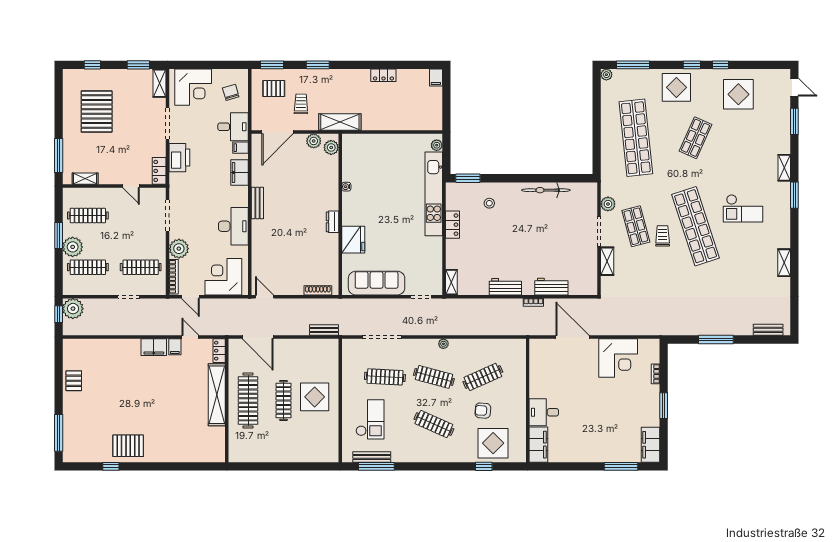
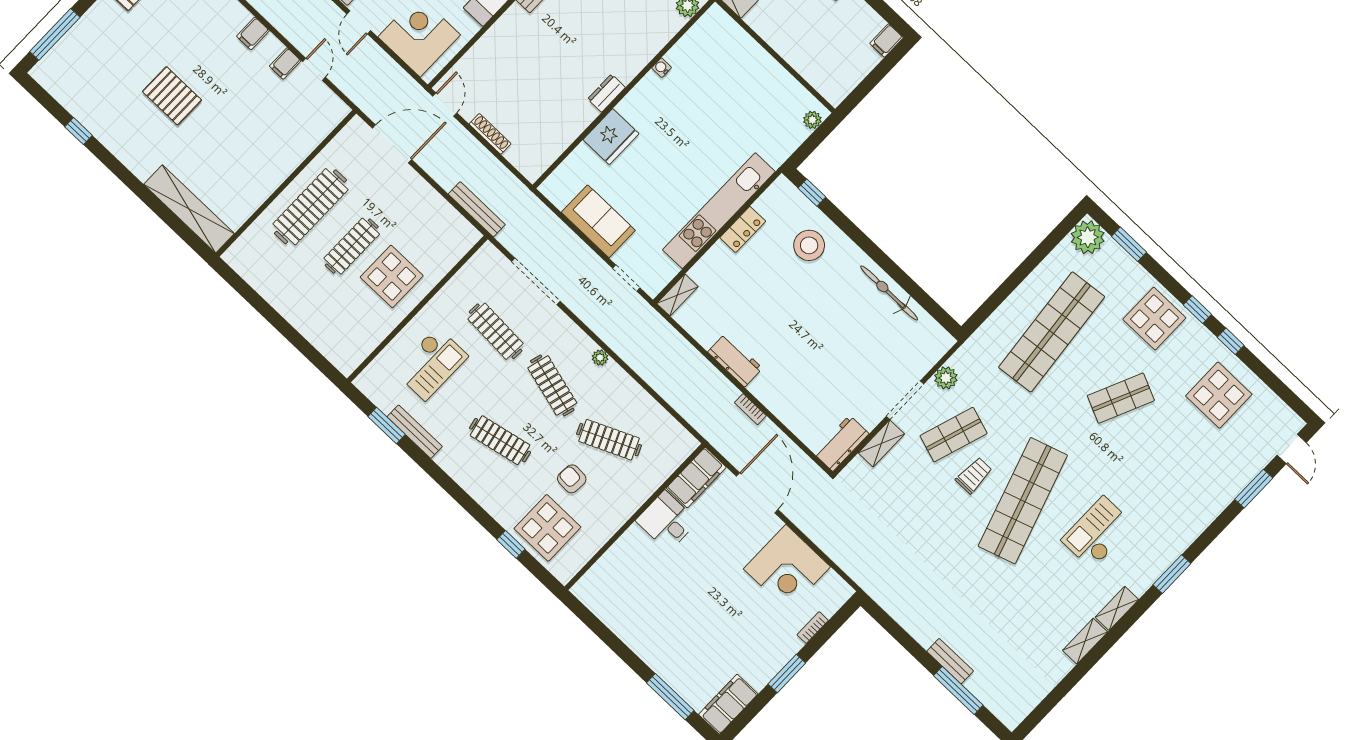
window: (633, 65) -> (1129, 244), width x0.69
plant: (606, 75) -> (1088, 237), width x1.87, depth x1.87
shelving: (784, 168) -> (1117, 608), moved
window: (468, 178) -> (812, 193), width x0.67
kitchen unit: (434, 194) -> (719, 211), moved
stool: (489, 203) -> (809, 245), width x1.89, depth x1.89
checkout: (743, 208) -> (1098, 533), turned 90
shop shelf: (636, 226) -> (954, 435), turned 33
sofa: (377, 283) -> (598, 221), width x0.73
workbench: (551, 287) -> (841, 443), moved, turned -90
shoe rack: (318, 290) -> (490, 134), moved
bench: (324, 330) -> (477, 209), width x1.36
bench: (768, 330) -> (950, 661), moved
door: (258, 337) -> (392, 144), swing flipped
window: (716, 340) -> (958, 690), moved
filing cabinet: (154, 347) -> (253, 33), width x0.50
locker: (219, 351) -> (332, 117), removed
shelving: (217, 395) -> (189, 209), moved, turned 90
desk: (544, 412) -> (667, 521), moved
clothes rail: (434, 424) -> (500, 440), turned -36
filing cabinet: (538, 445) -> (696, 478), moved
pallet: (128, 446) -> (172, 96), moved
bench: (372, 457) -> (415, 432), moved
window: (376, 466) -> (387, 425), width x0.69

